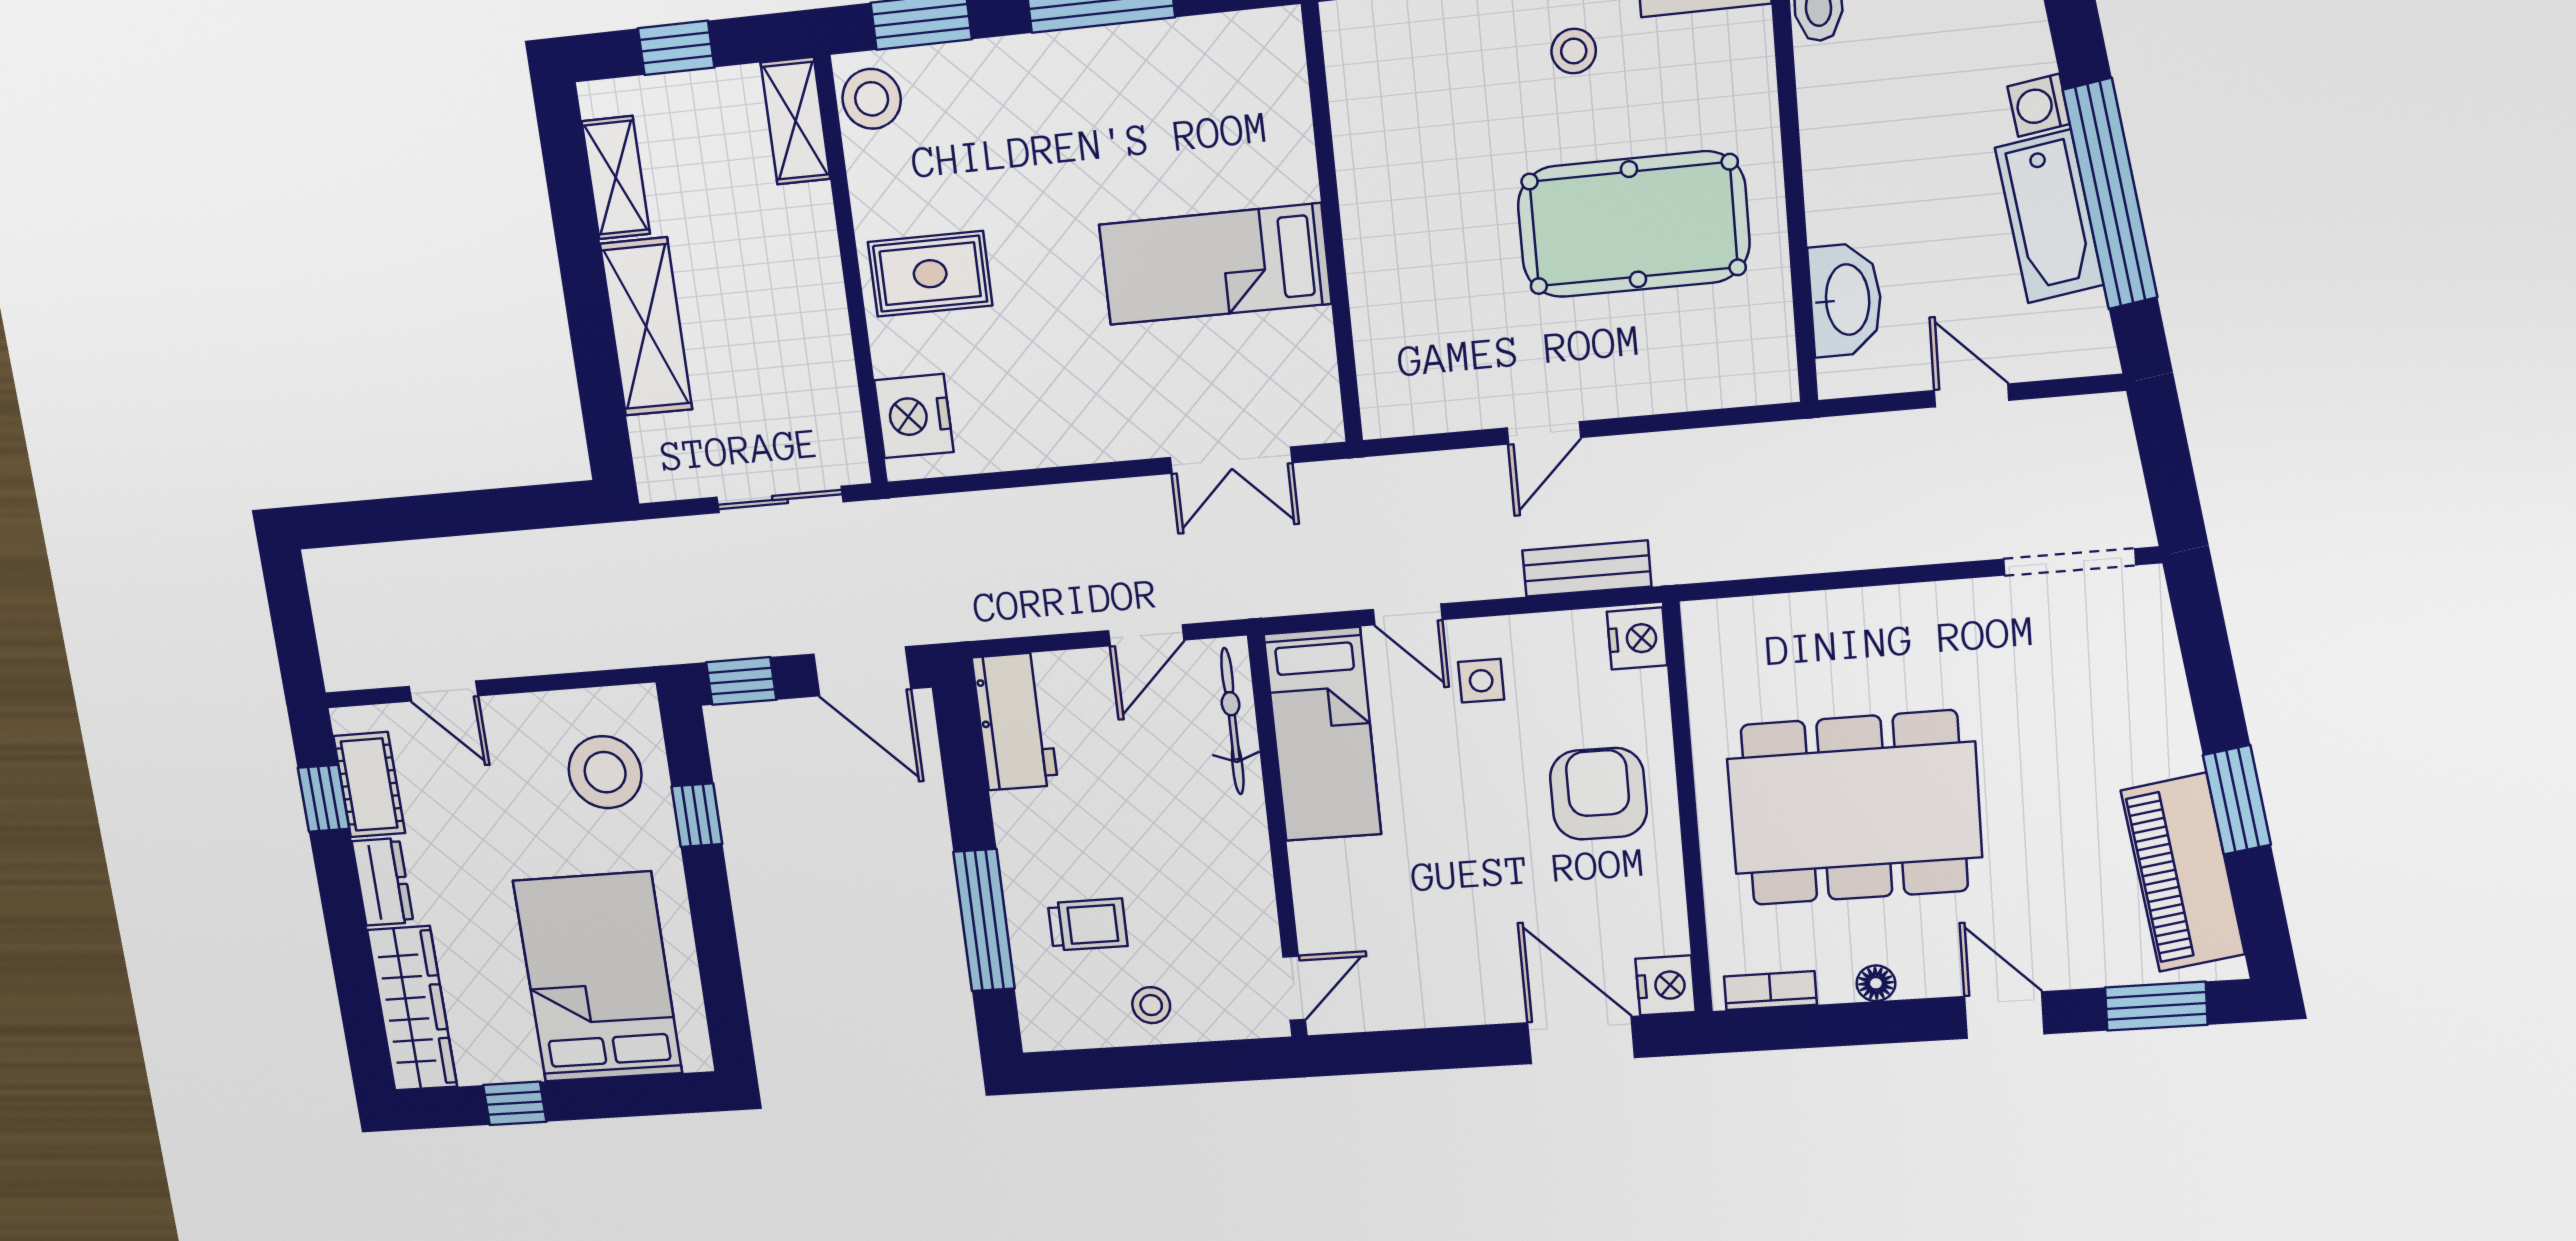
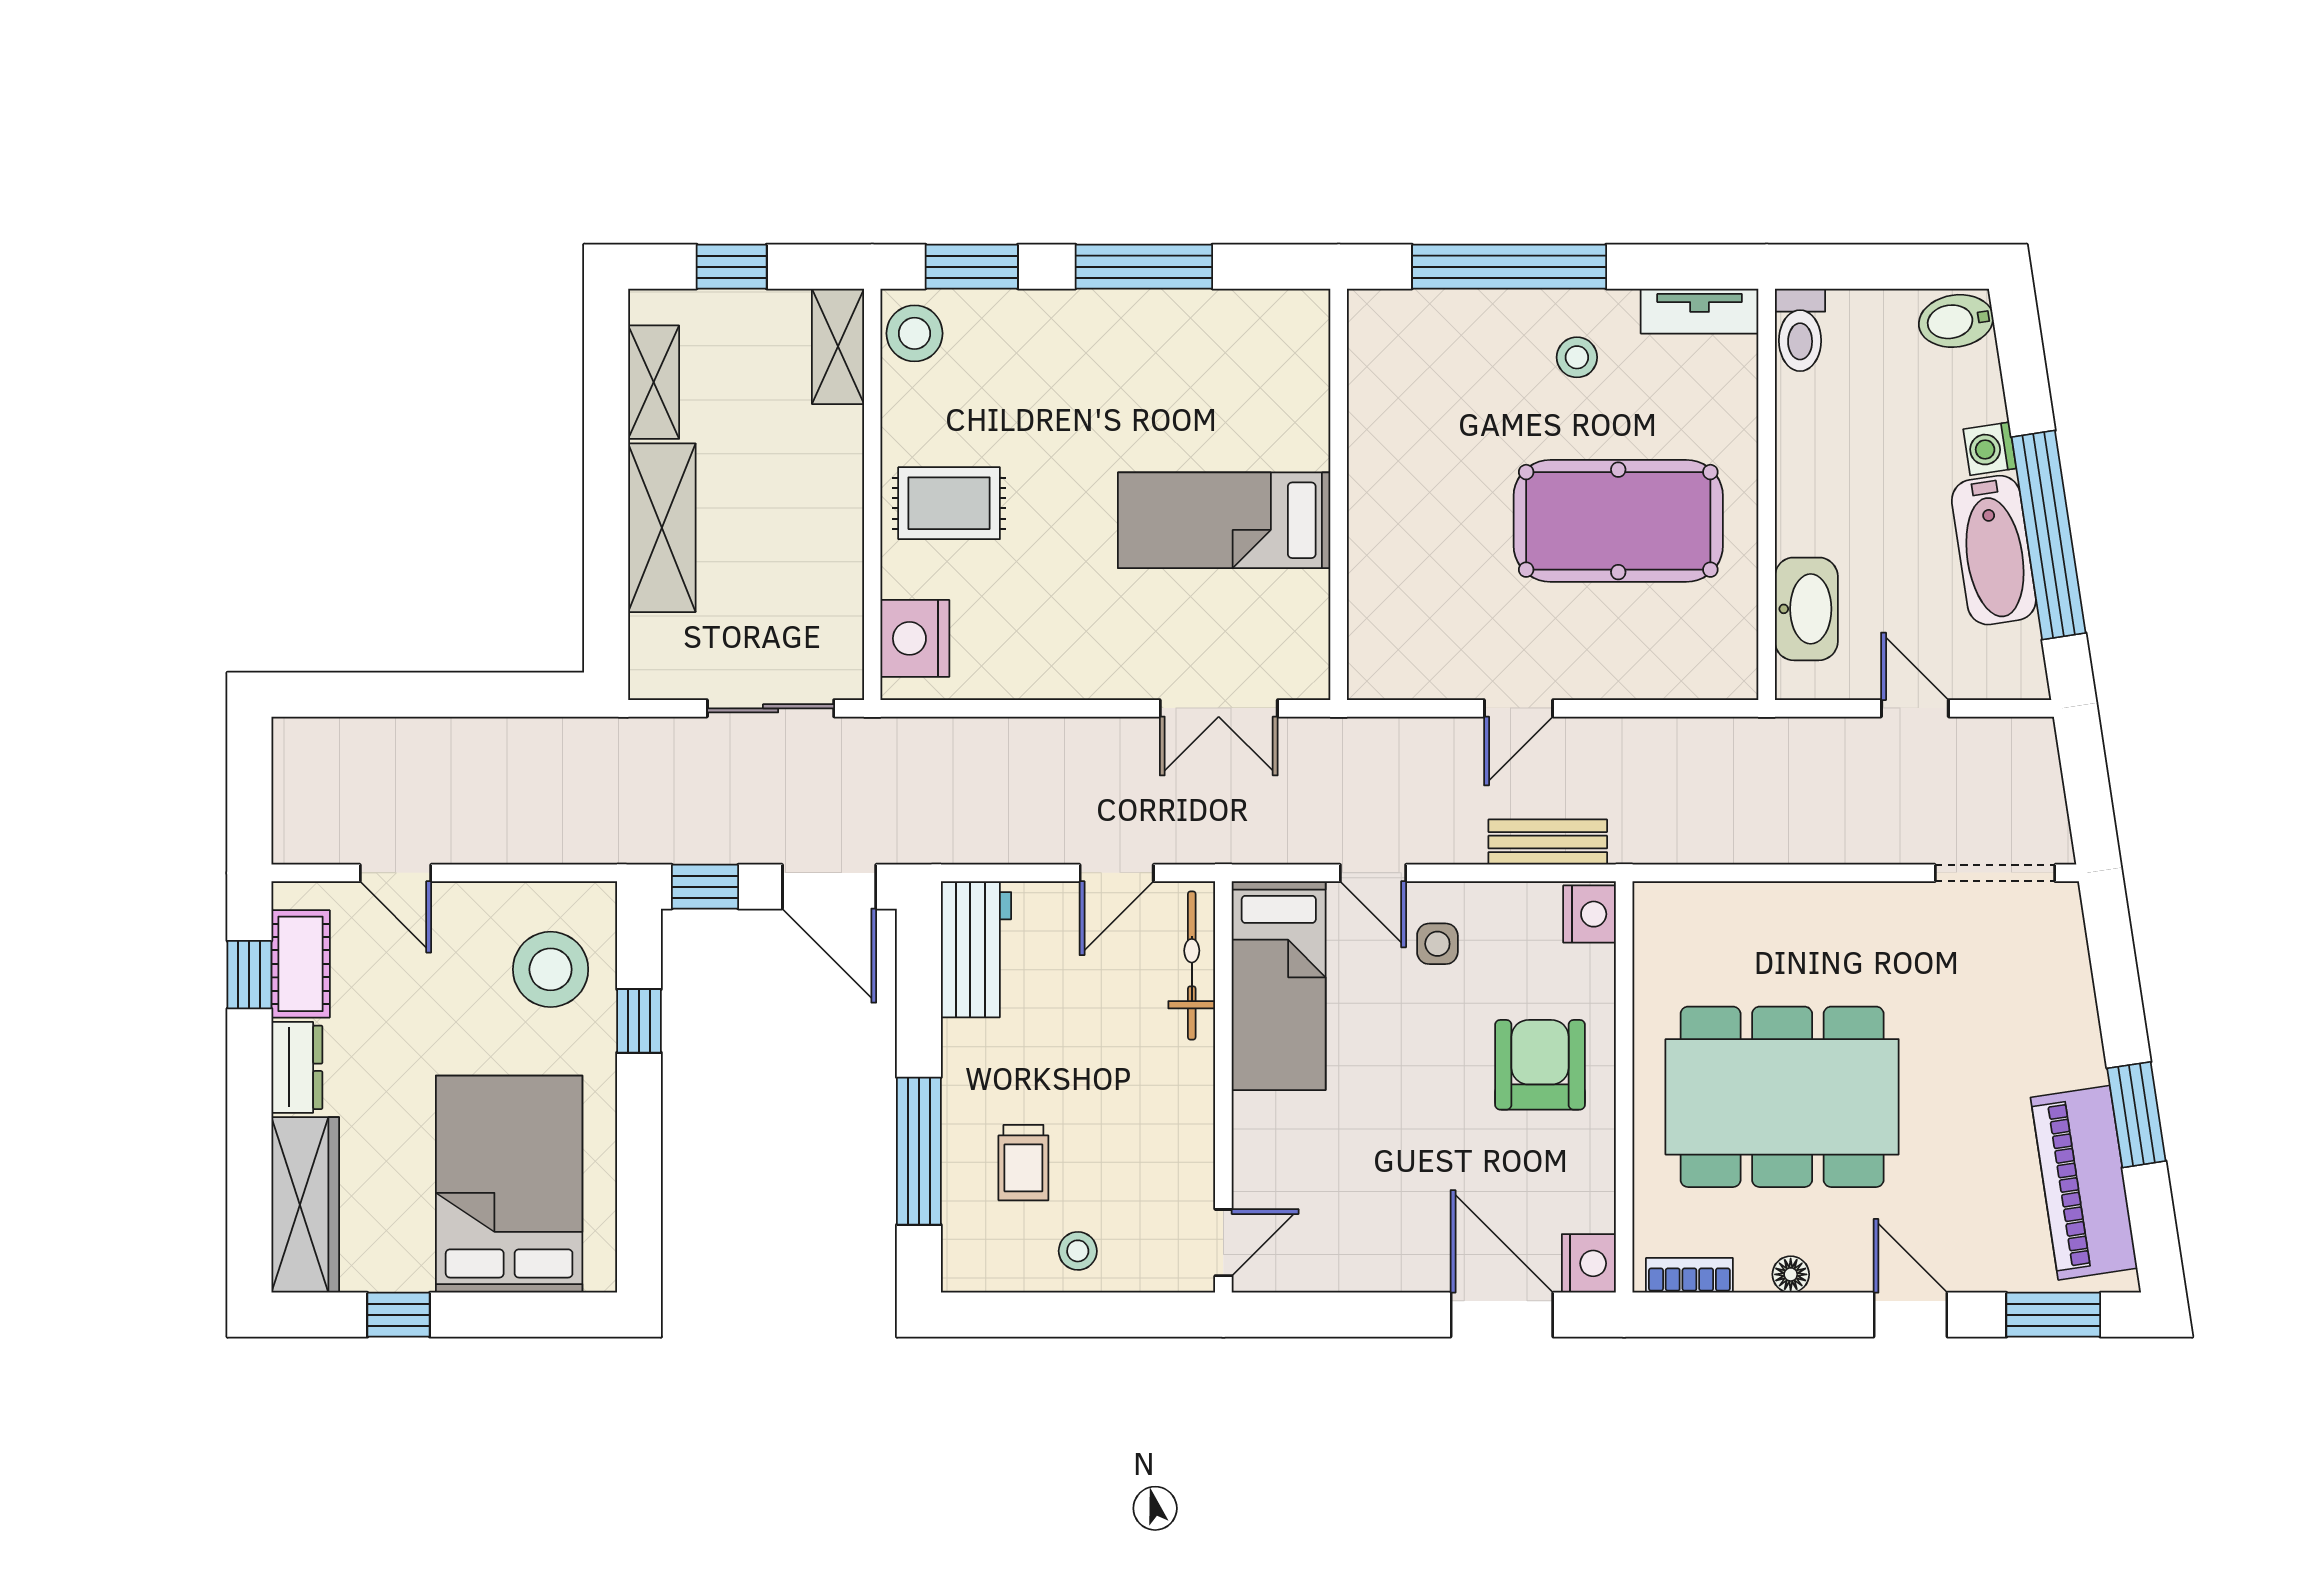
trolley: (1088, 925) -> (1023, 1163), turned 90

